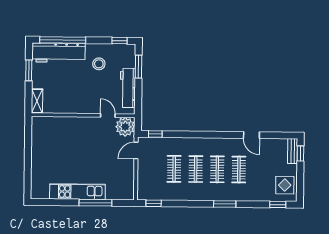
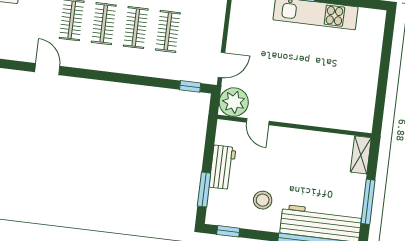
window: (29, 70) -> (368, 202), width x1.44
workbench: (128, 88) -> (222, 167), width x0.73

